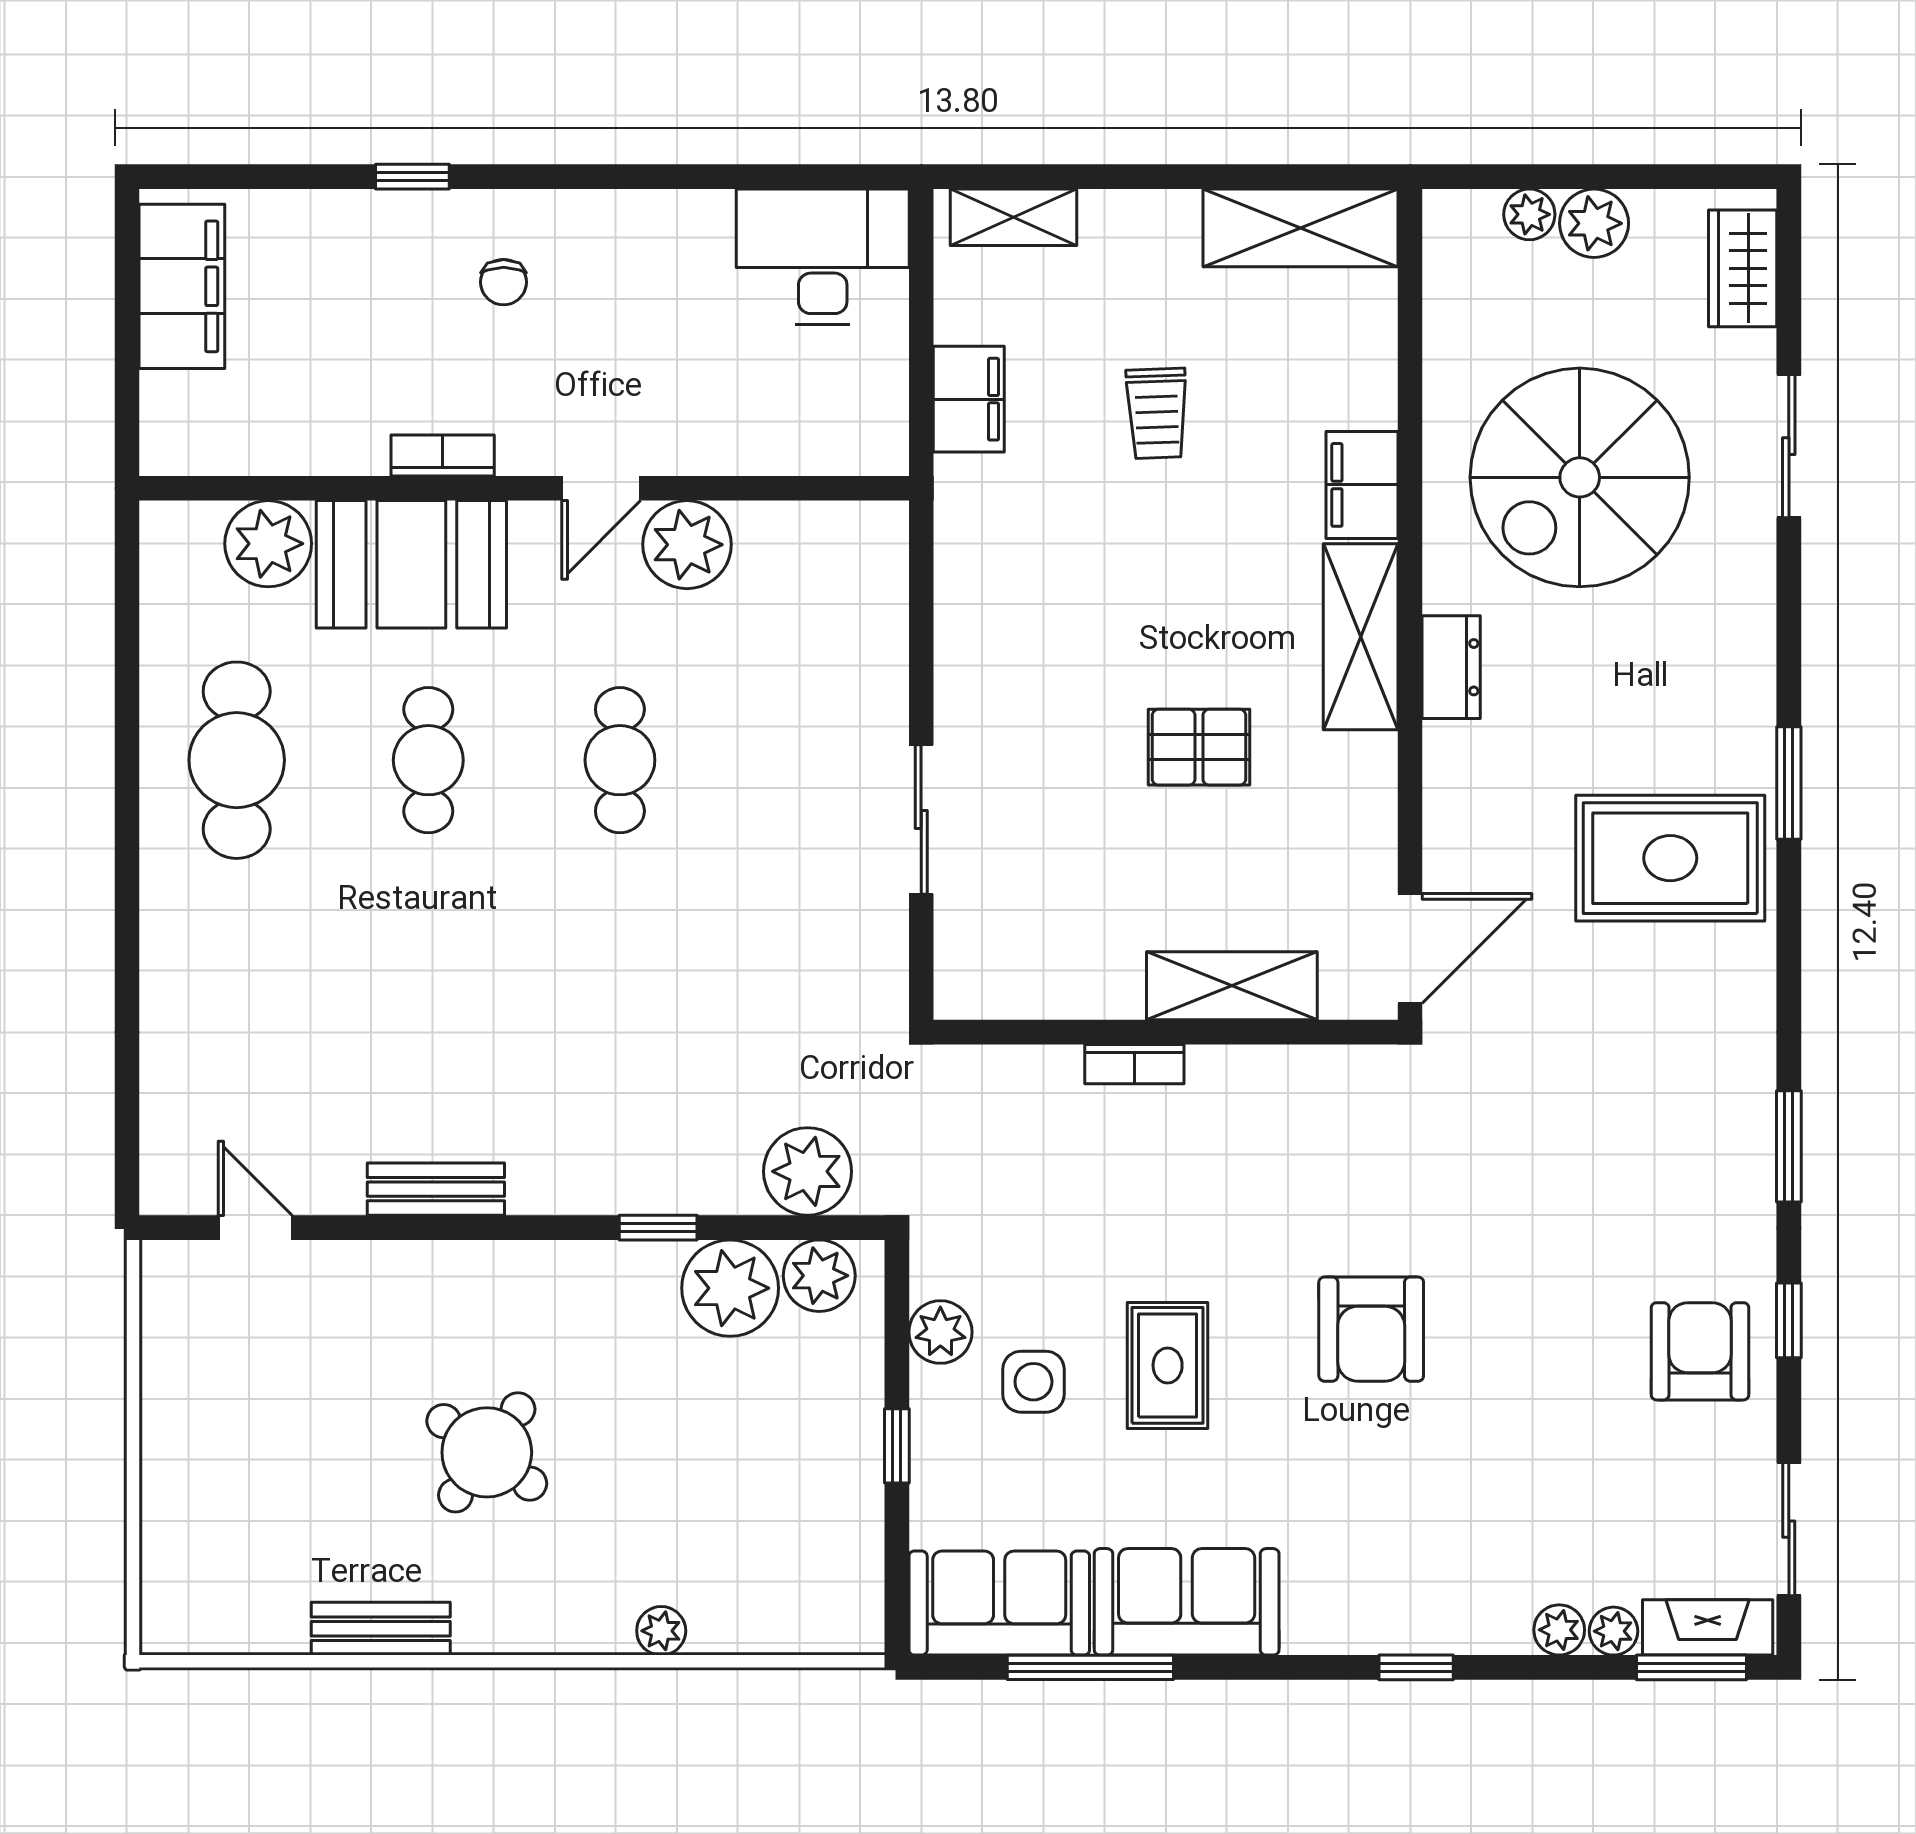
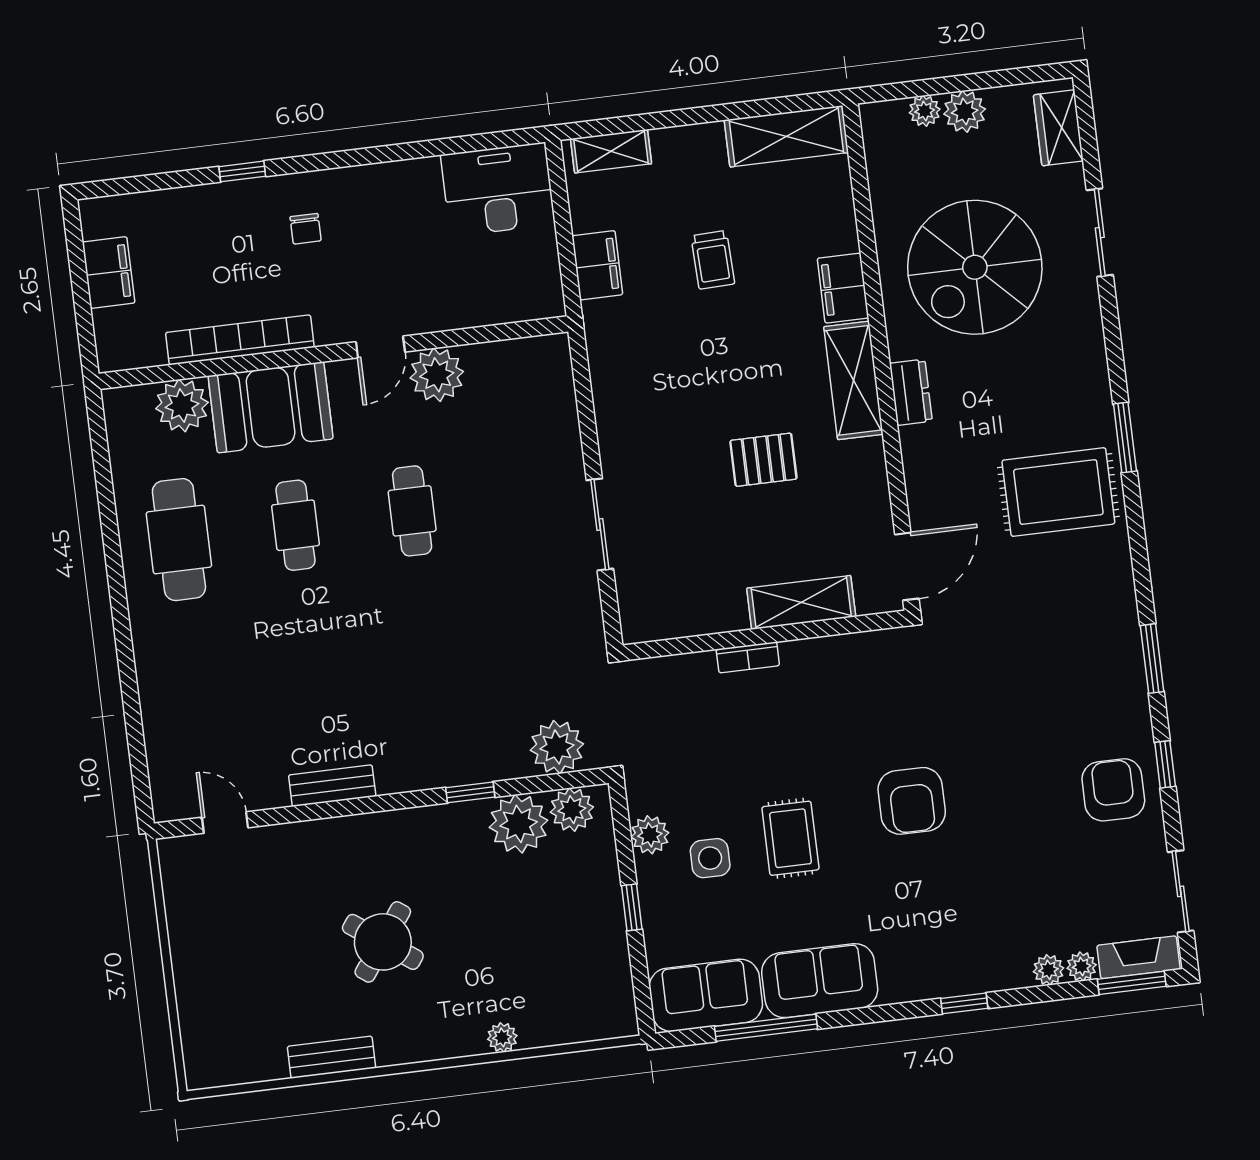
filing cabinet: (182, 286) -> (109, 273), width x0.67, depth x0.86
bookcase: (443, 455) -> (240, 340), width x2.31, depth x1.31

